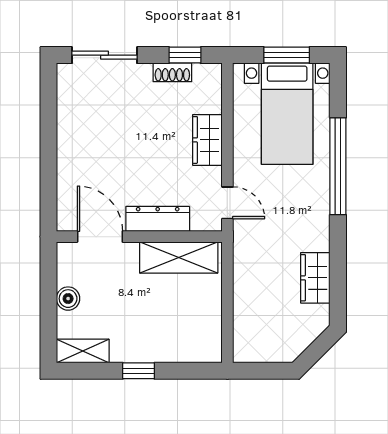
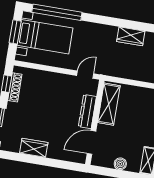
shoe rack: (172, 72) -> (15, 87), width x1.43
wardrobe: (207, 140) -> (34, 148), moved, turned 180
window: (338, 166) -> (57, 12), moved

